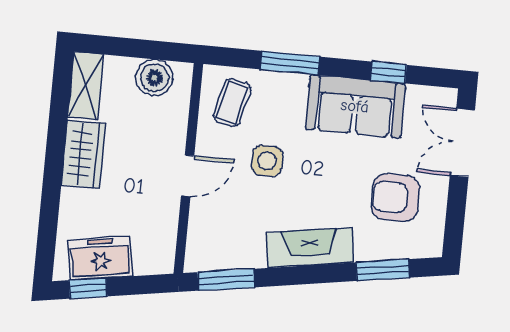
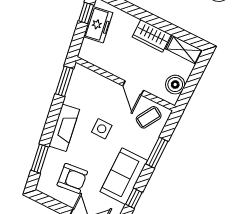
coffee table: (232, 103) -> (149, 117), turned -73
side table: (267, 161) -> (102, 129), moved
door: (188, 176) -> (133, 88), moved
armchair: (396, 197) -> (72, 178), turned 84

